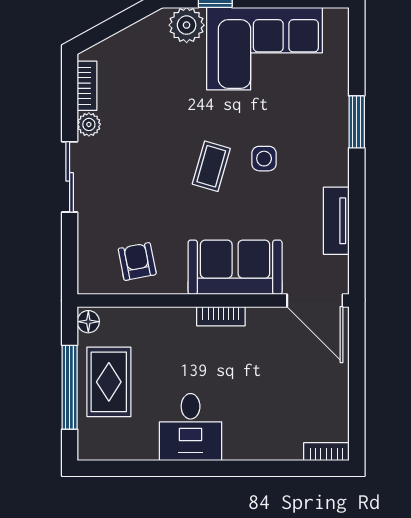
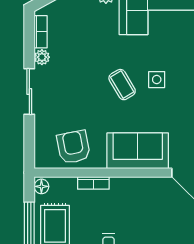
coffee table: (211, 166) -> (122, 85), turned -47
armchair: (137, 262) -> (74, 147), width x1.38, depth x1.38
bookcase: (221, 316) -> (93, 183), moved

